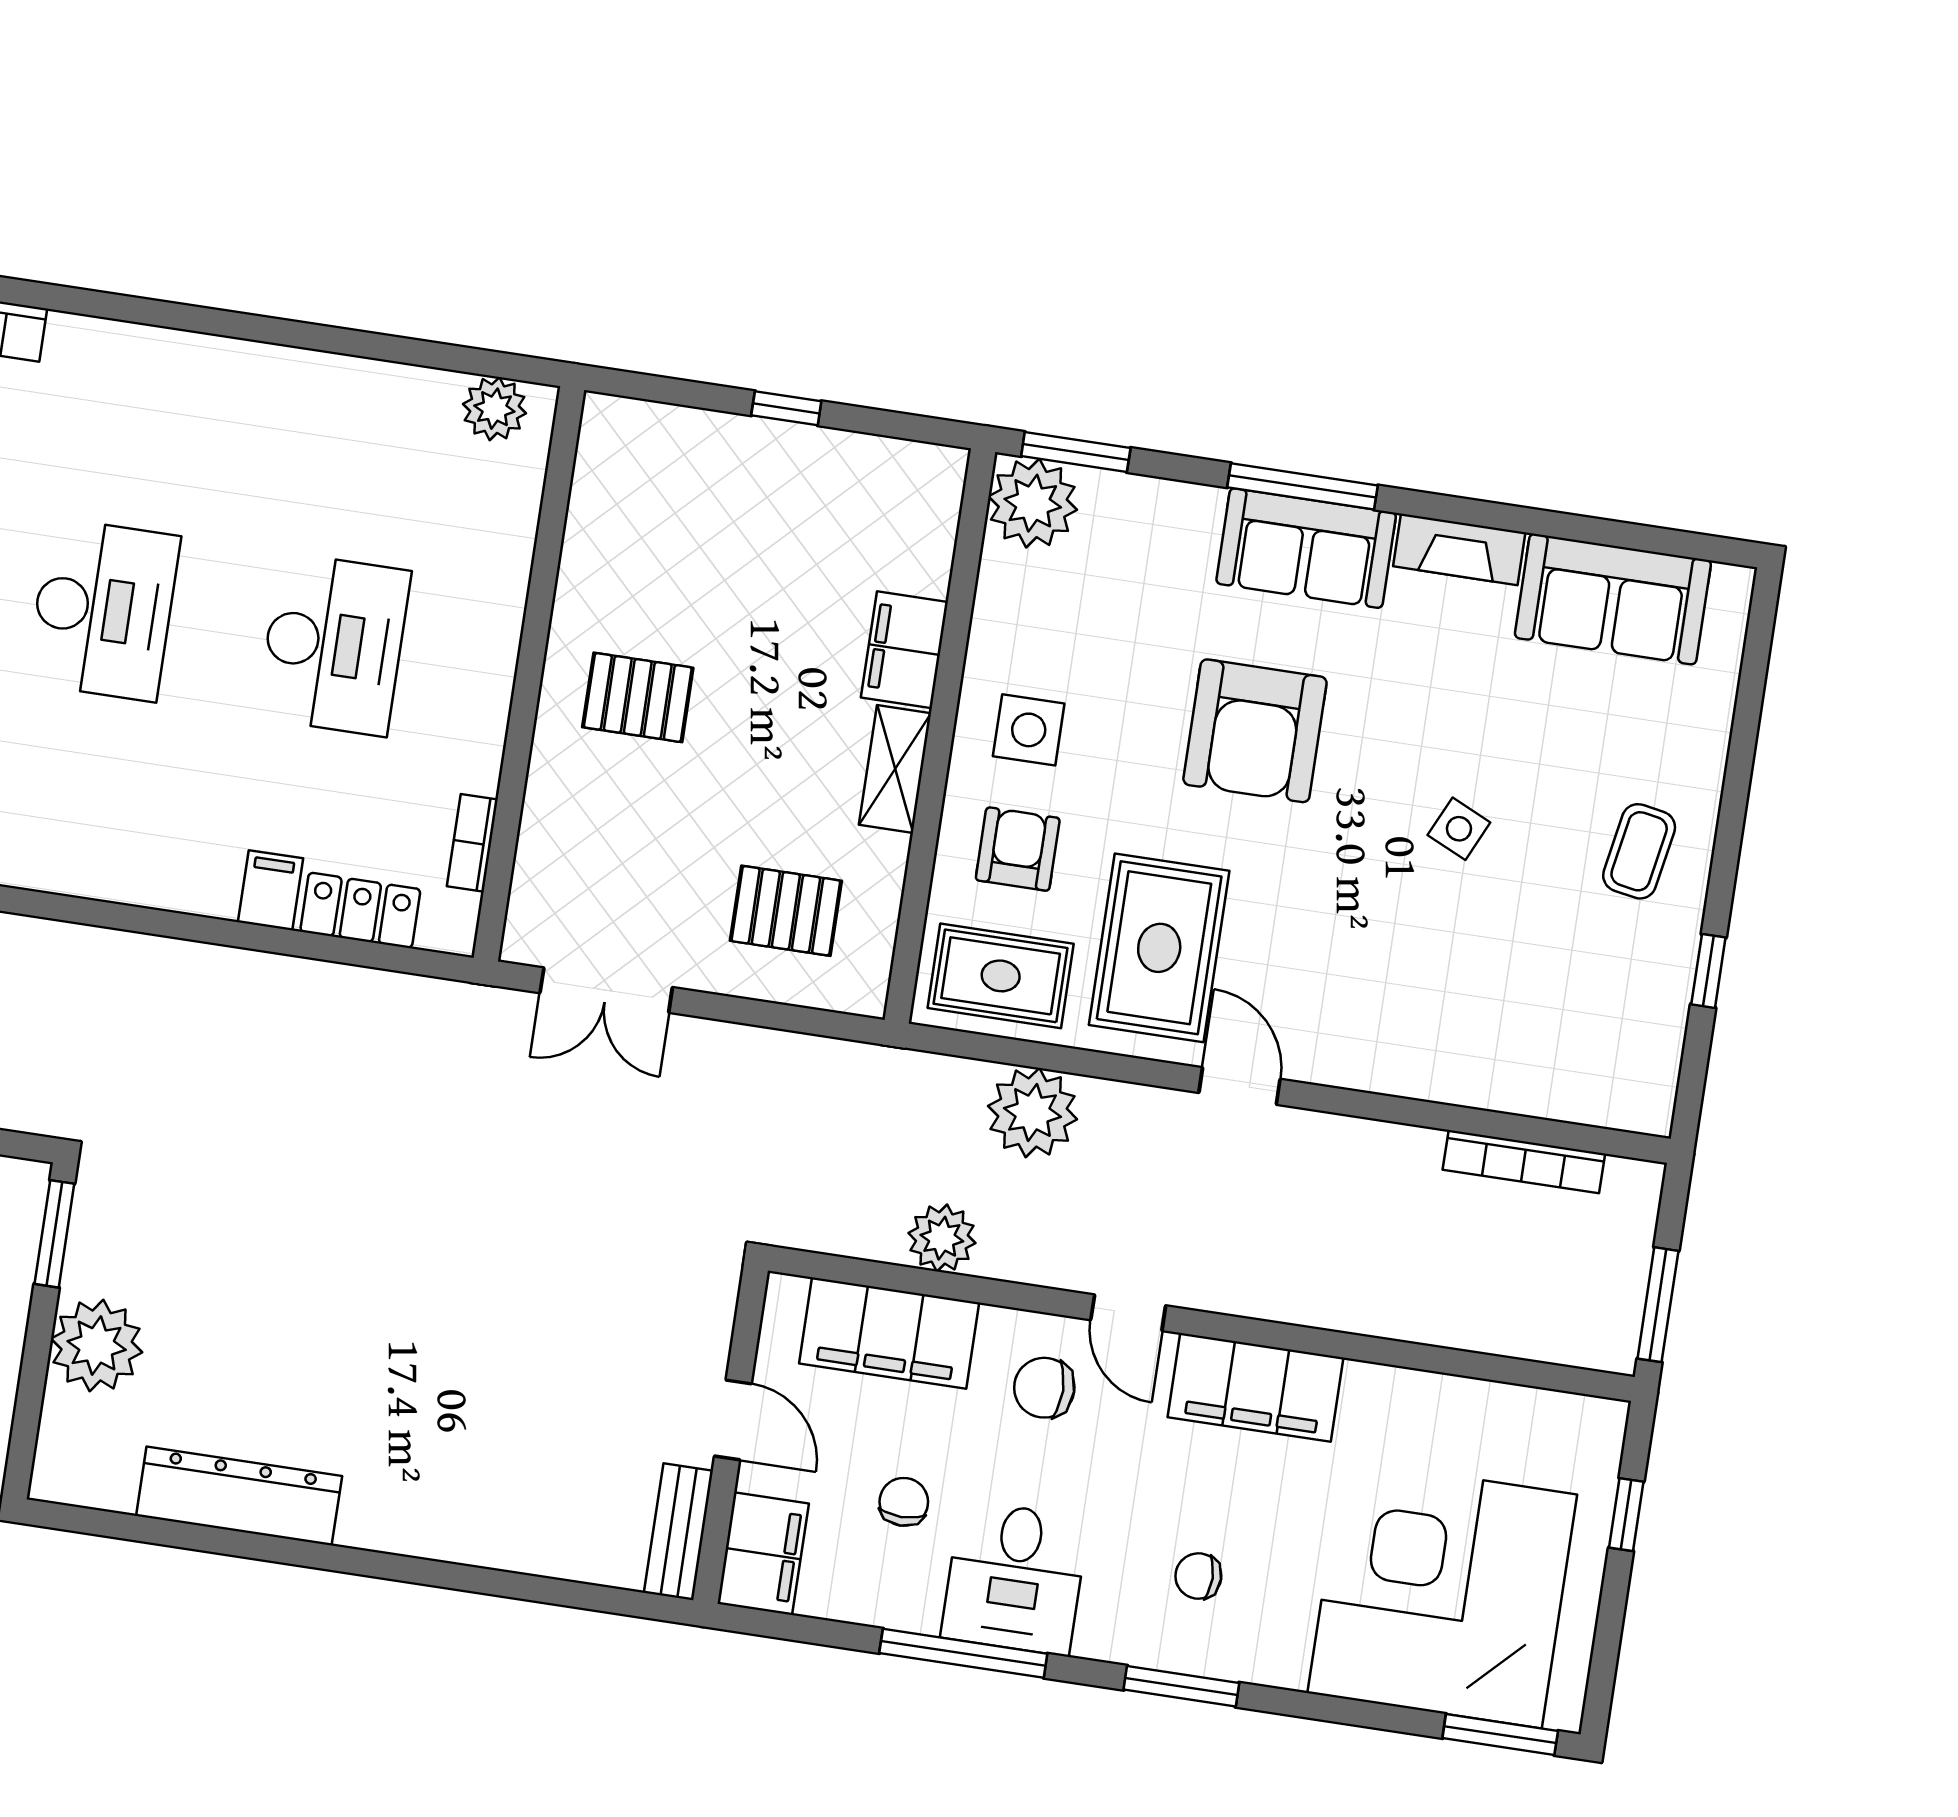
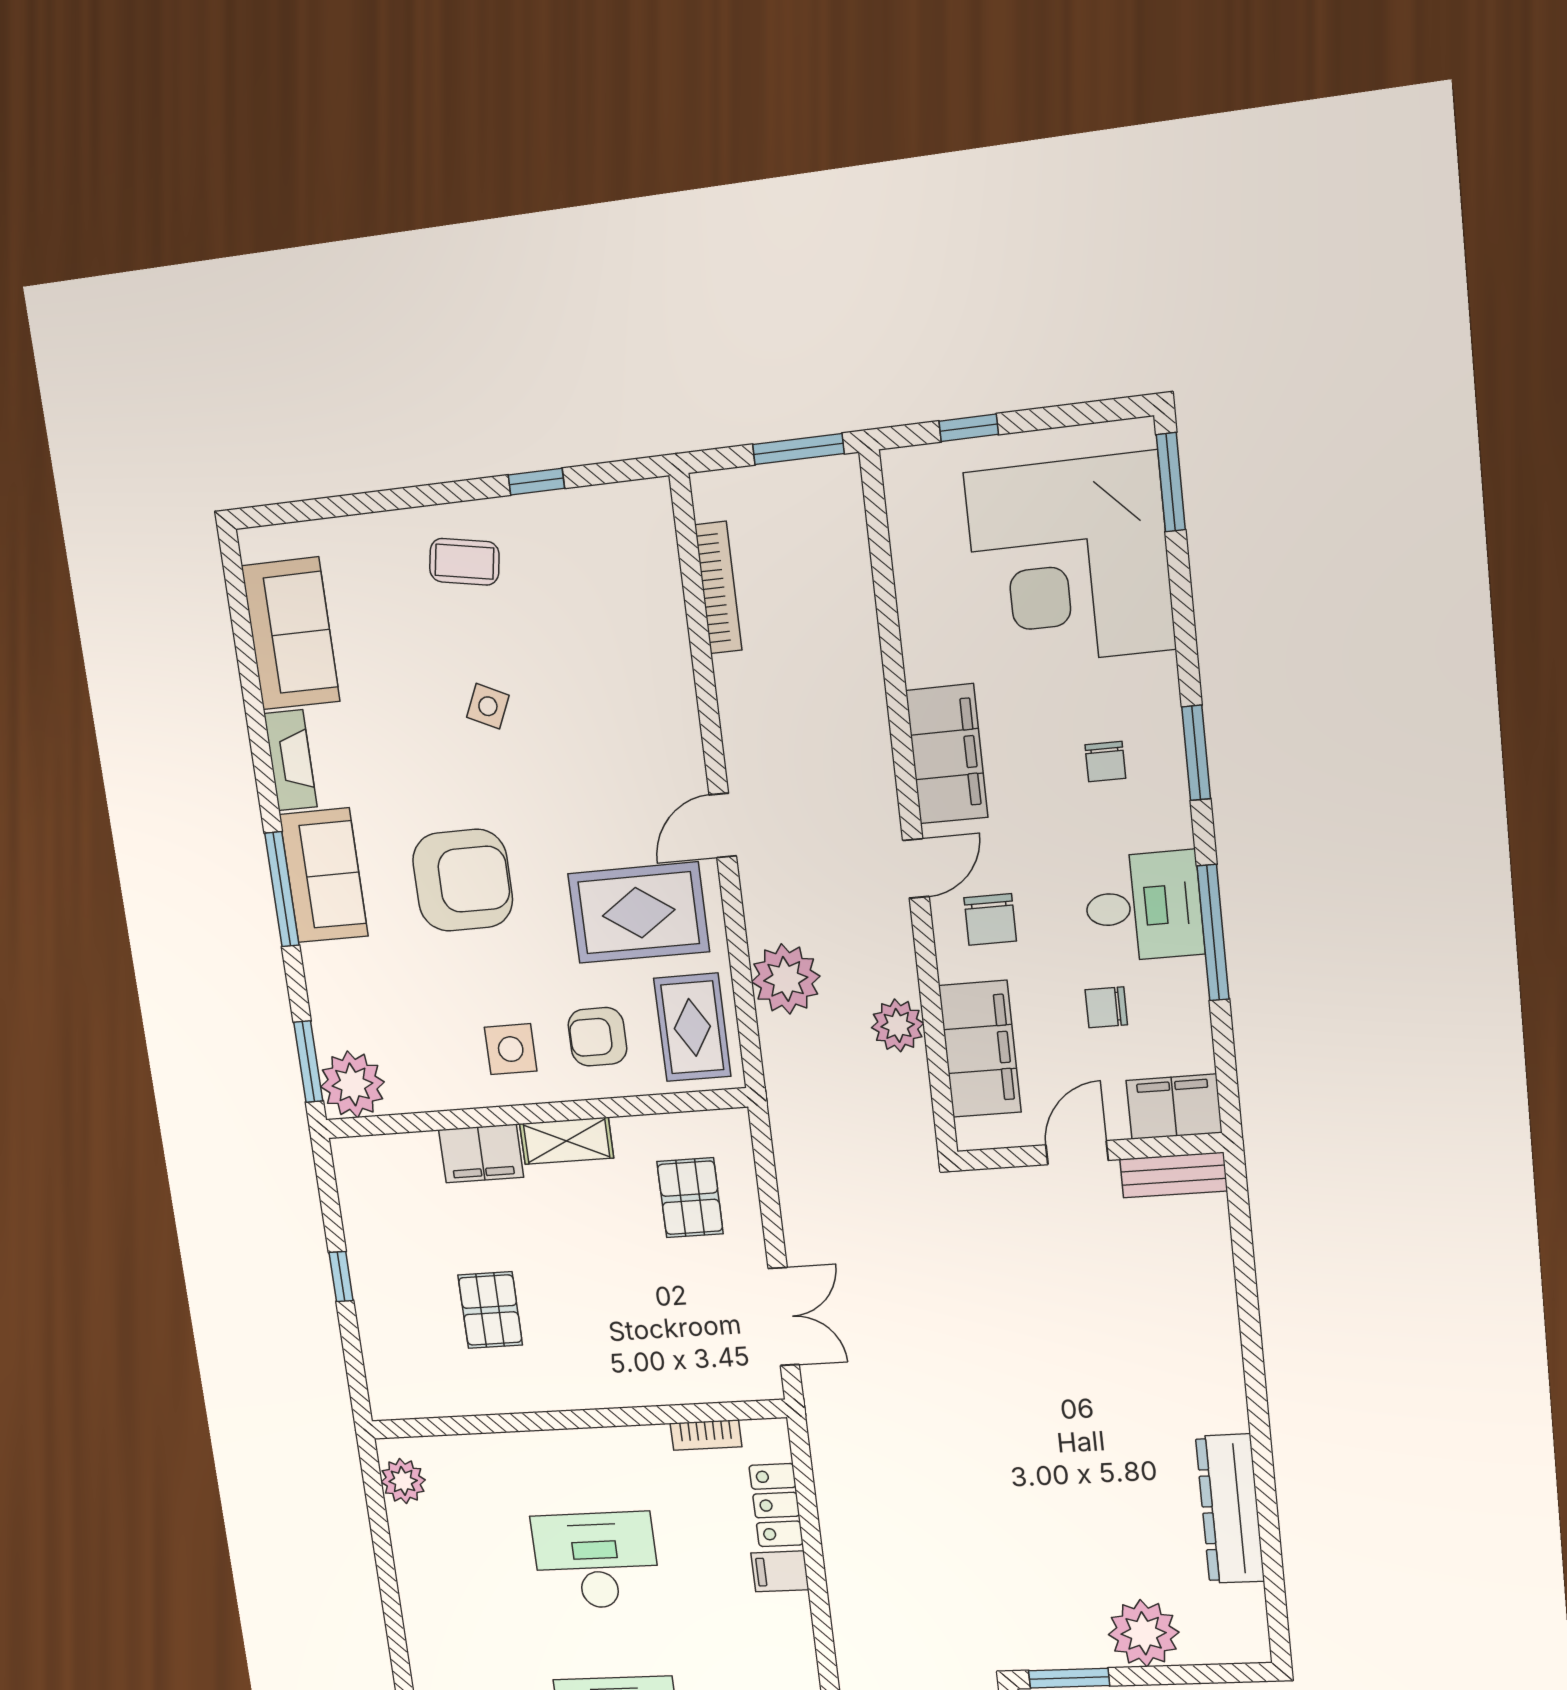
pallet: (638, 697) -> (490, 1310), moved

